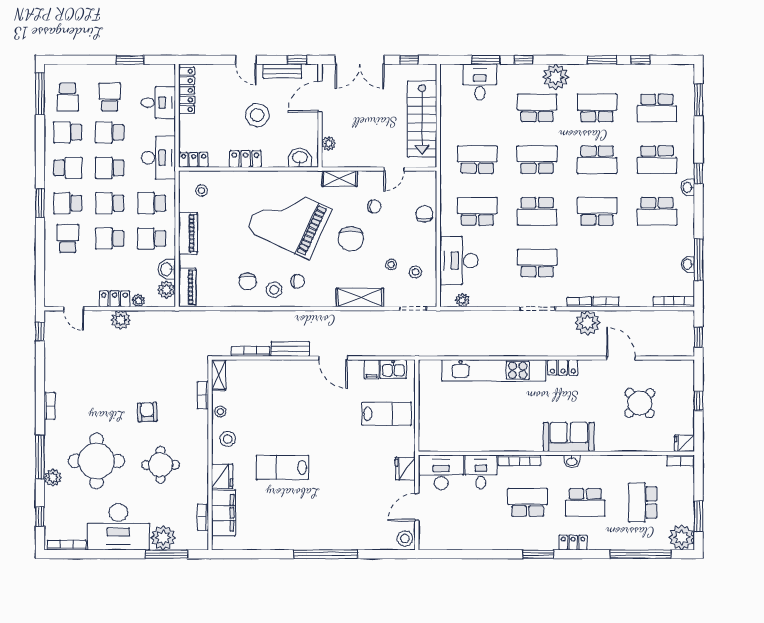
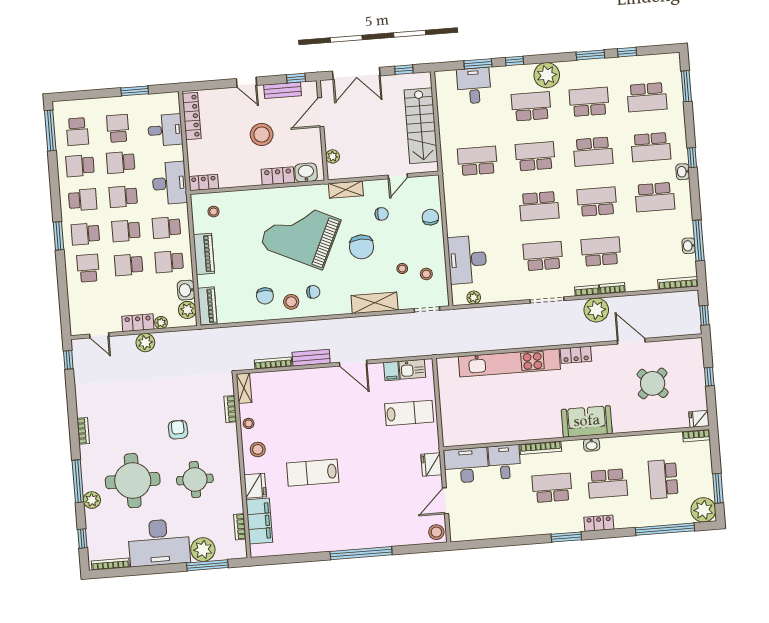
locker: (245, 159) -> (278, 176), moved
school desk: (477, 211) -> (601, 251), moved

